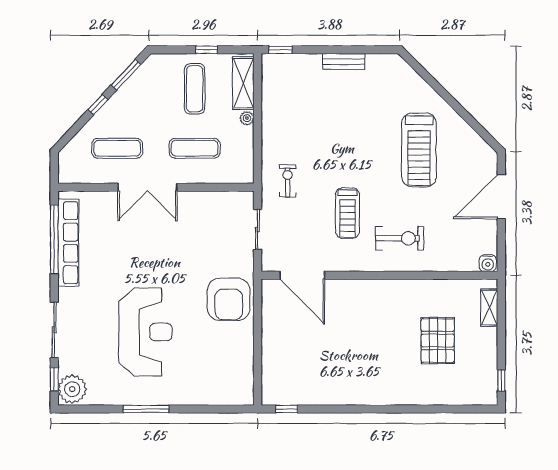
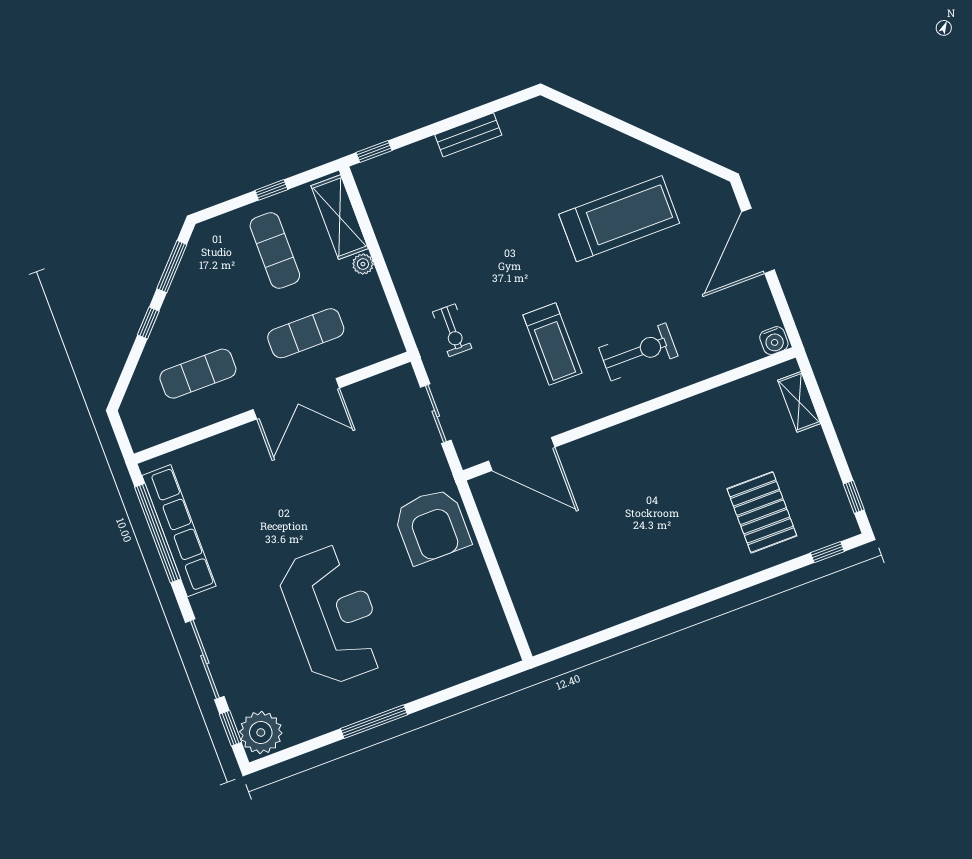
treadmill: (419, 150) -> (619, 219), turned -90
exercise bike: (288, 181) -> (452, 330), turned 180
double door: (147, 187) -> (296, 399), moved
pallet: (438, 340) -> (762, 512), moved
window: (287, 409) -> (827, 552), moved

